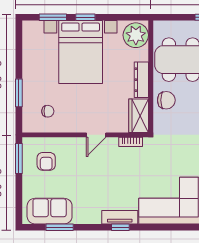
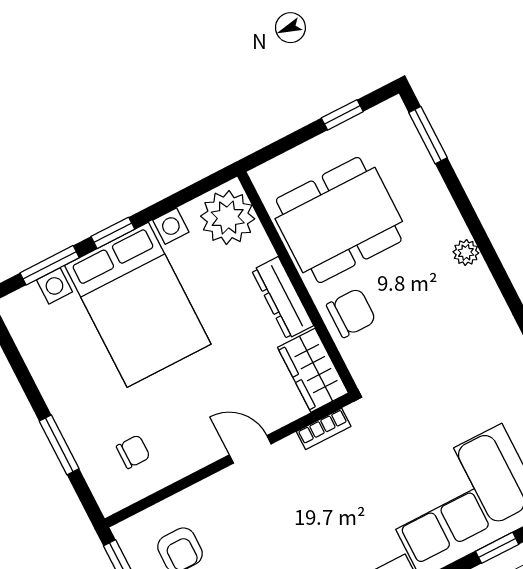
door: (96, 135) -> (250, 449), swing flipped
window: (177, 227) -> (497, 548), added

